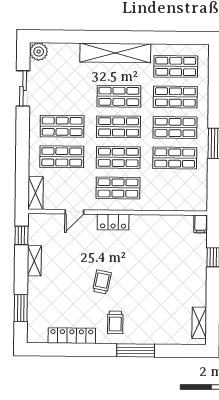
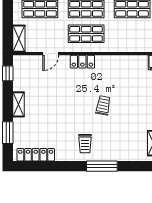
shelving: (34, 261) -> (18, 104), moved
trolley: (102, 282) -> (103, 105), moved
locker: (72, 336) -> (36, 155), moved

